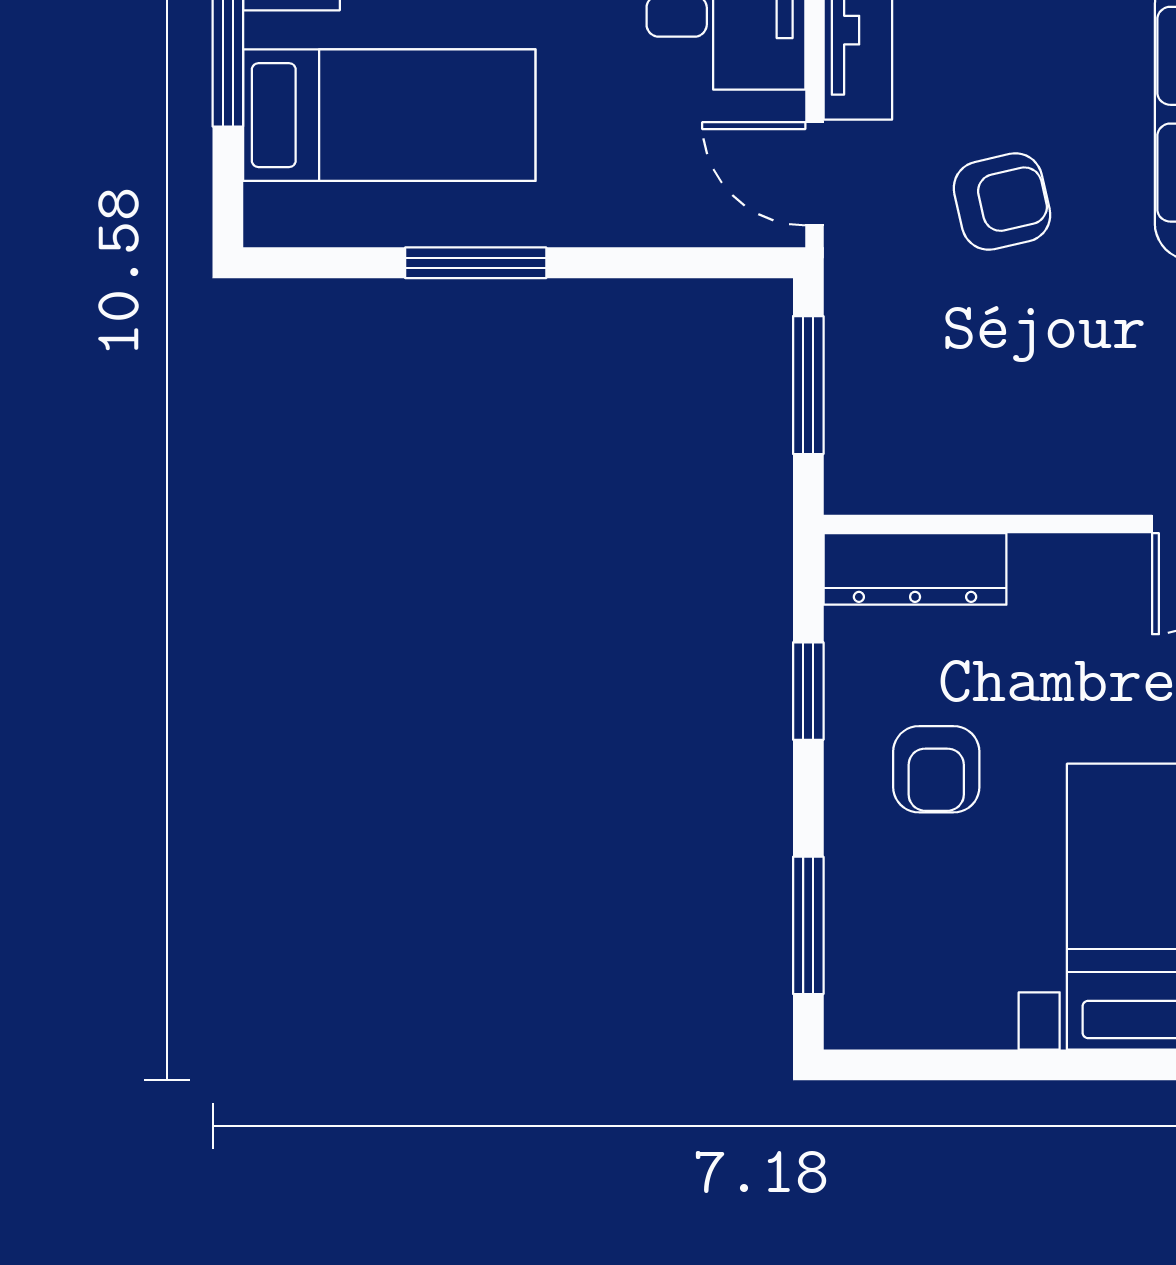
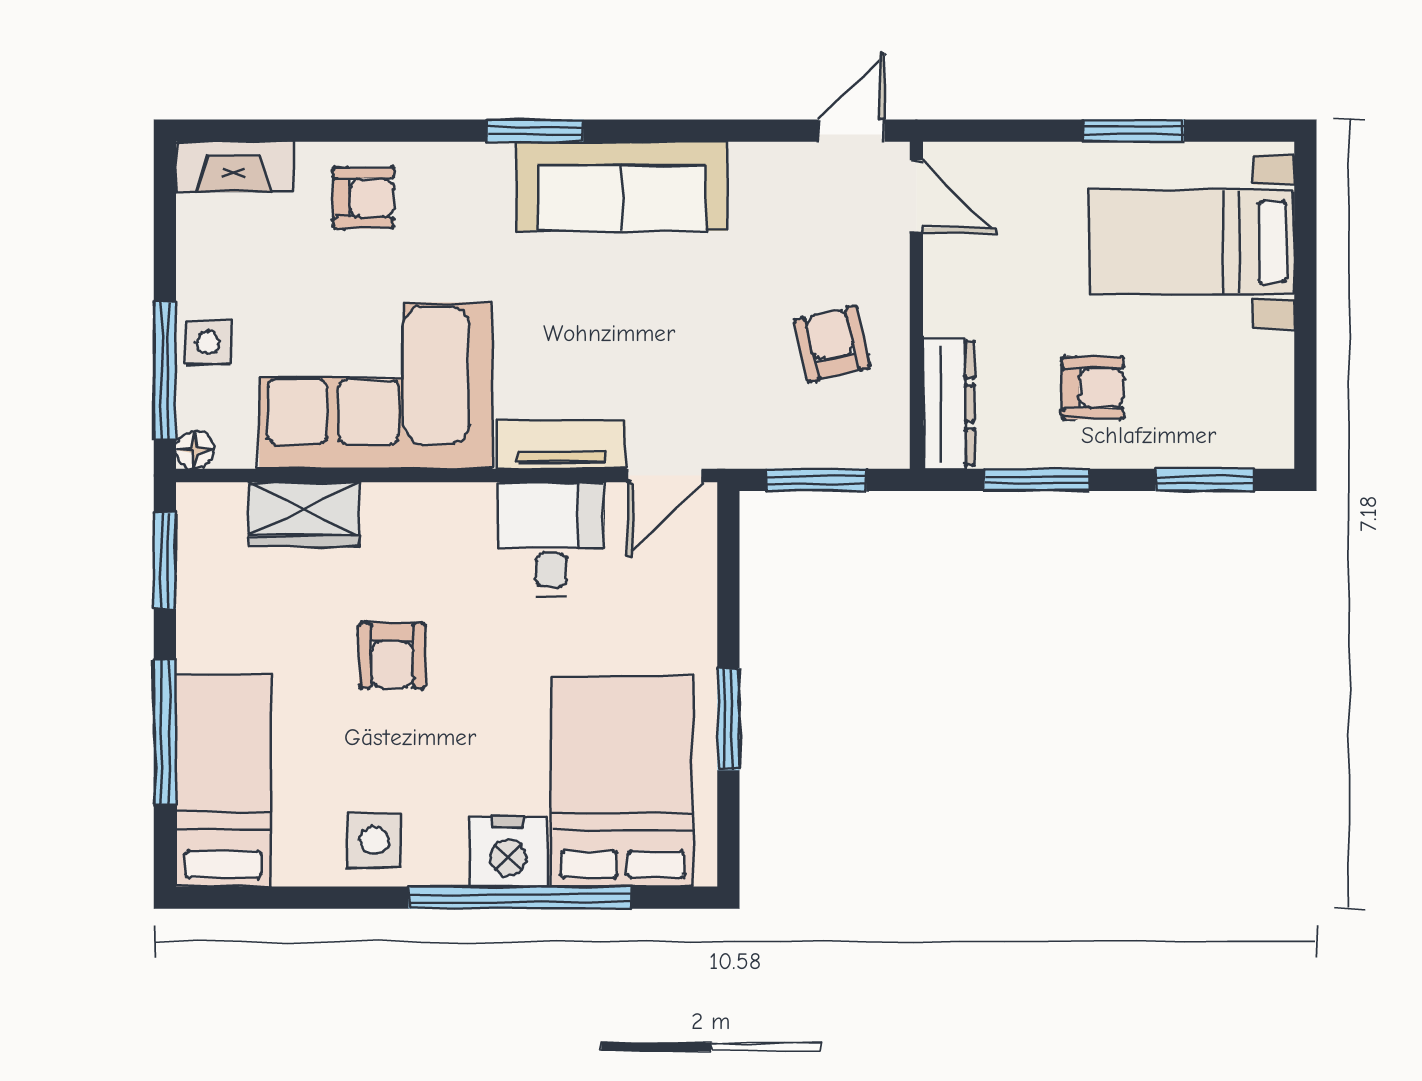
bed: (389, 115) -> (622, 781), width x1.50
armchair: (1002, 202) -> (832, 344), moved
window: (808, 691) -> (1037, 480), width x1.50

